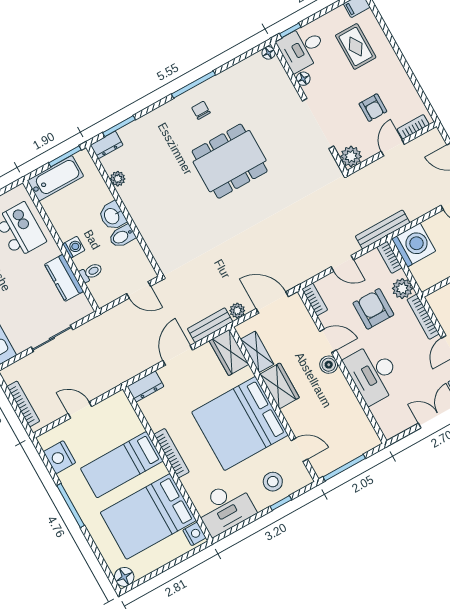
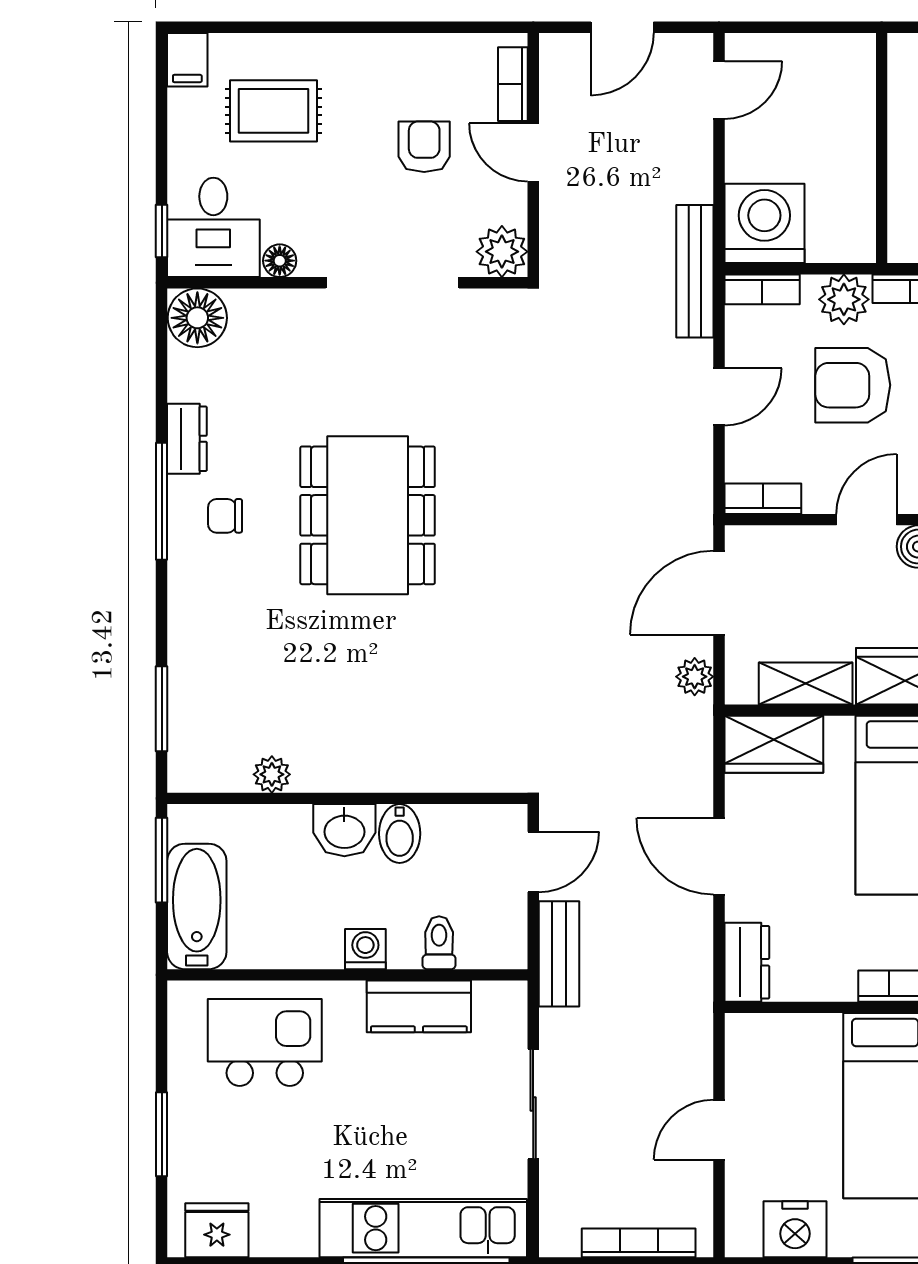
floor lamp: (268, 53) -> (197, 318), width x1.89, depth x1.89
armchair: (373, 108) -> (424, 147), turned -90
dresser: (107, 145) -> (187, 439), moved
bench: (210, 325) -> (559, 954), moved

